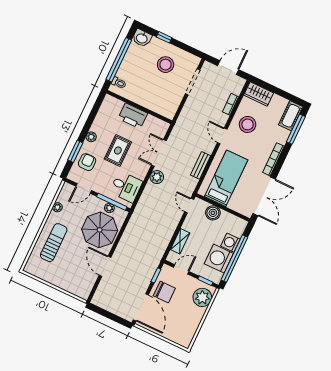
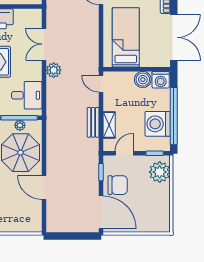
bench: (201, 165) -> (93, 122), moved
boiler: (213, 213) -> (143, 80), moved
washing machine: (230, 243) -> (161, 80), moved, turned -90

